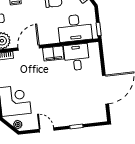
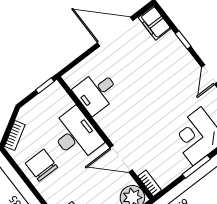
desk: (75, 28) -> (76, 135), moved
filing cabinet: (53, 53) -> (155, 23), moved, turned 180

